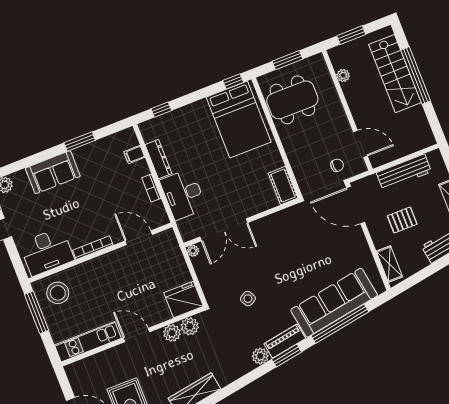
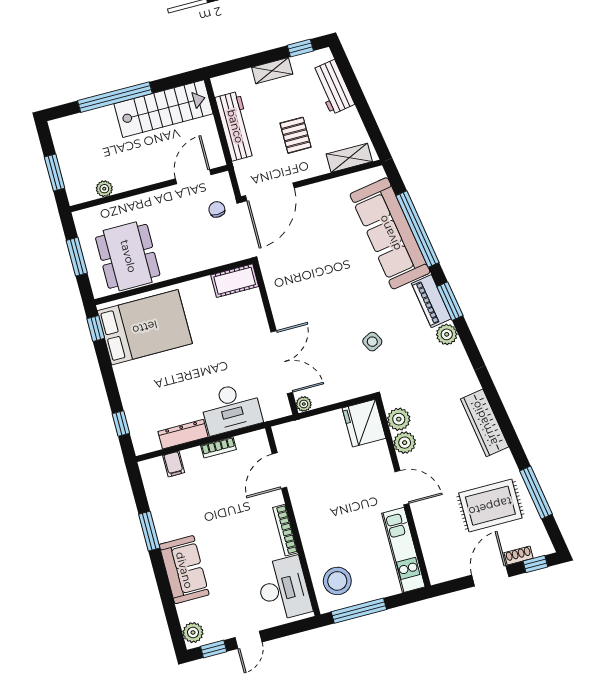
stairs: (395, 74) -> (163, 109), moved
door: (137, 335) -> (402, 488), swing flipped

